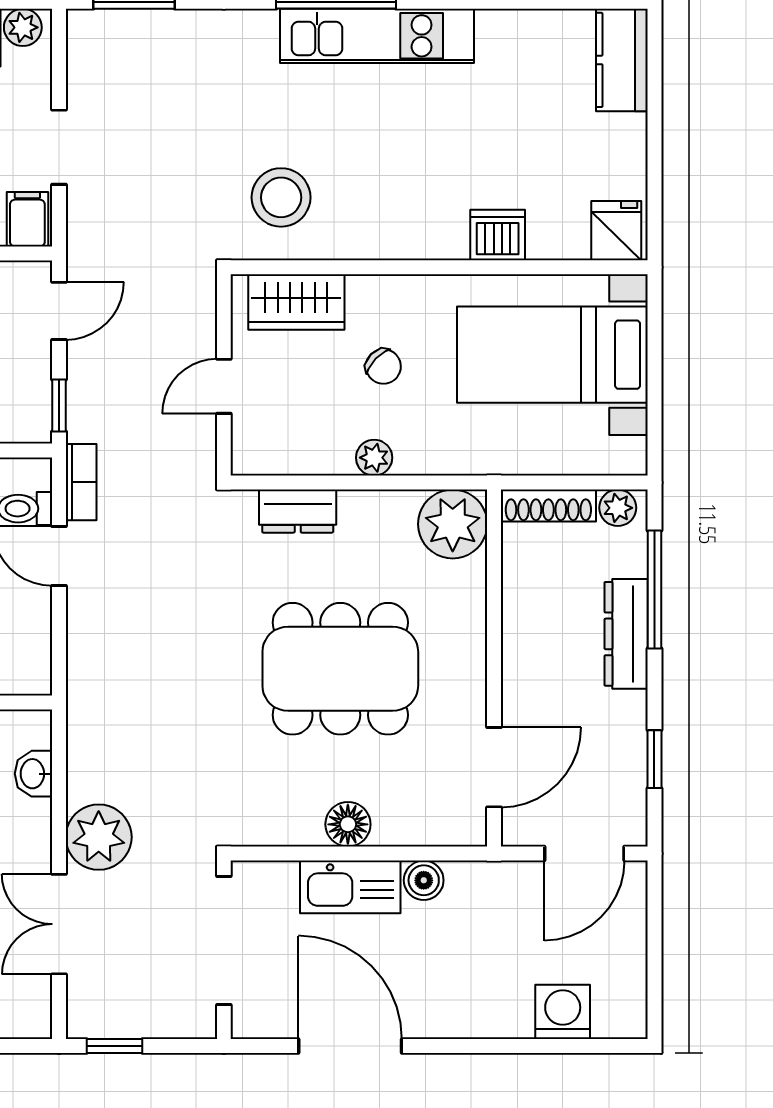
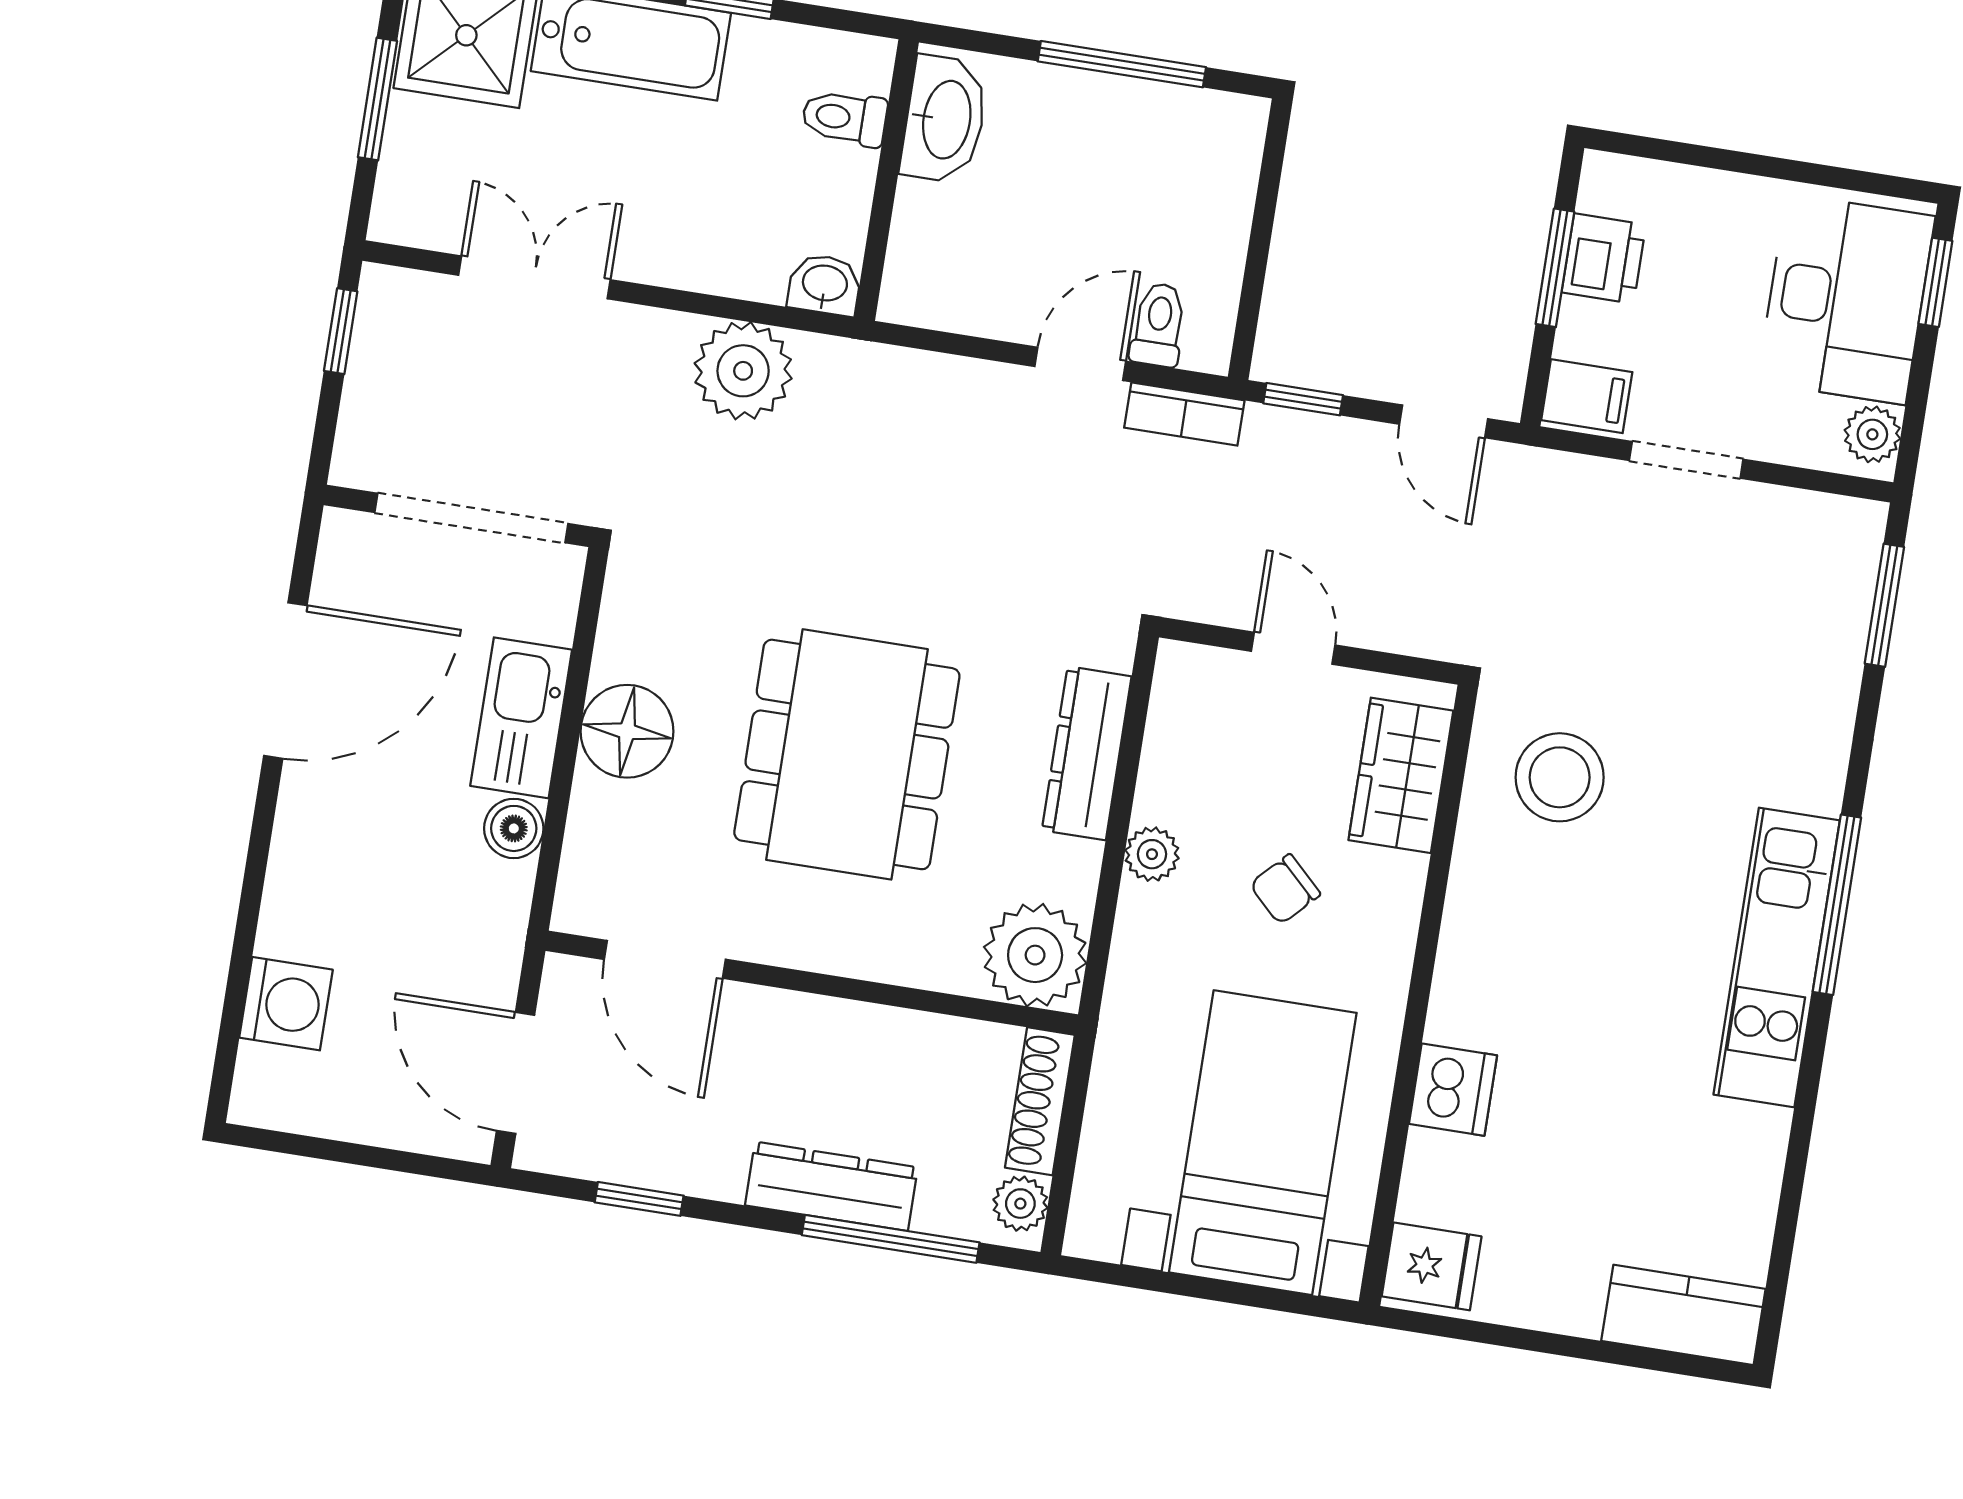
dresser: (298, 511) -> (1087, 753), width x1.44
washbasin: (34, 774) -> (825, 285), moved
floor lamp: (348, 824) -> (627, 731), width x1.38, depth x1.38
plant: (99, 837) -> (743, 371), moved

